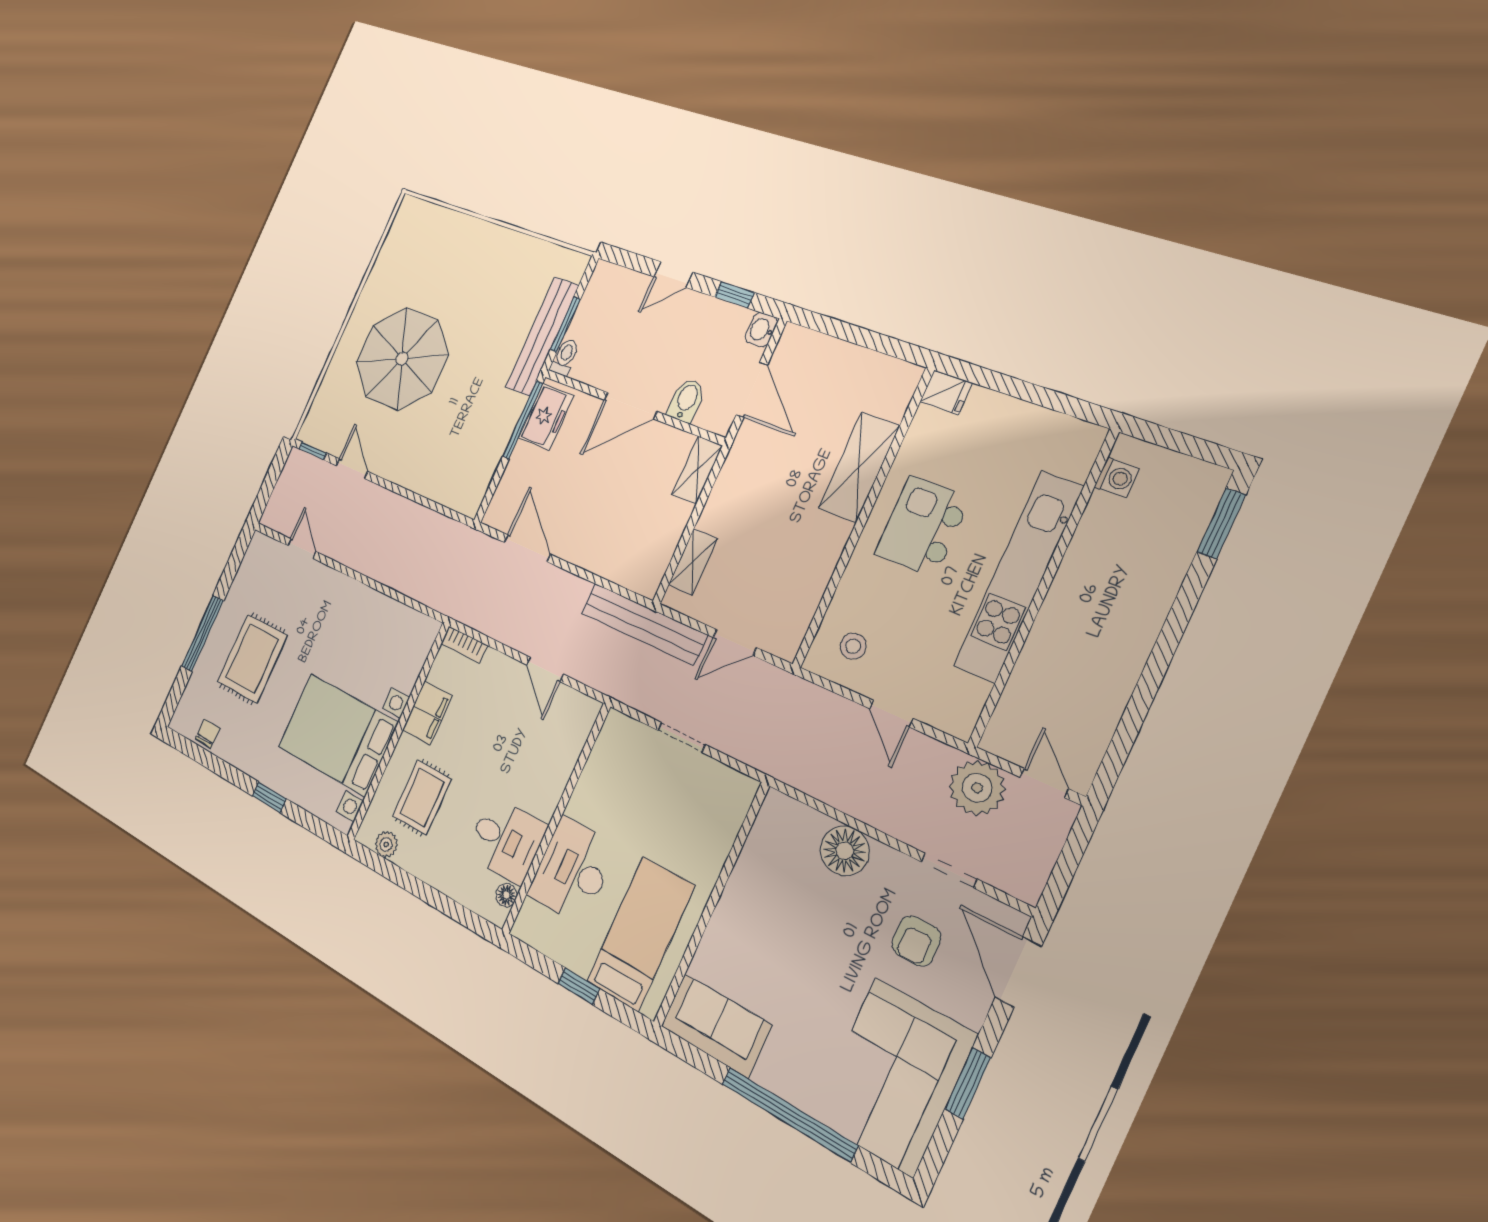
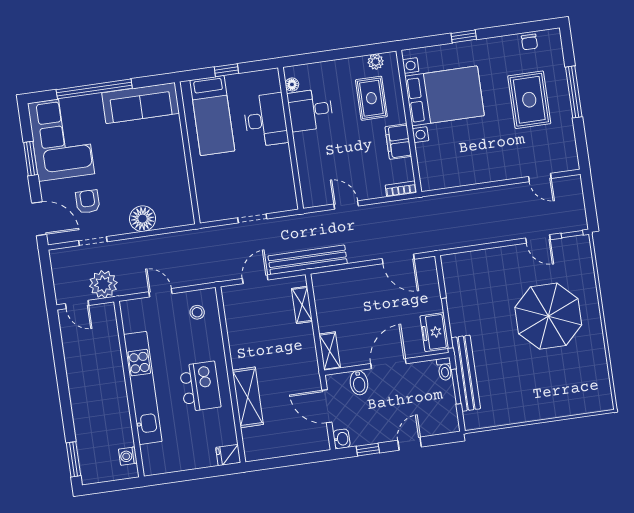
sofa: (716, 1026) -> (140, 103), width x1.36

